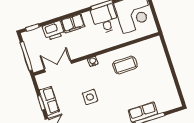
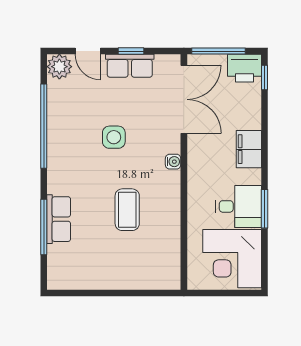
printer: (54, 31) -> (245, 68), moved, turned -90
coffee table: (125, 65) -> (127, 210), moved
double door: (58, 66) -> (184, 99), width x1.37

